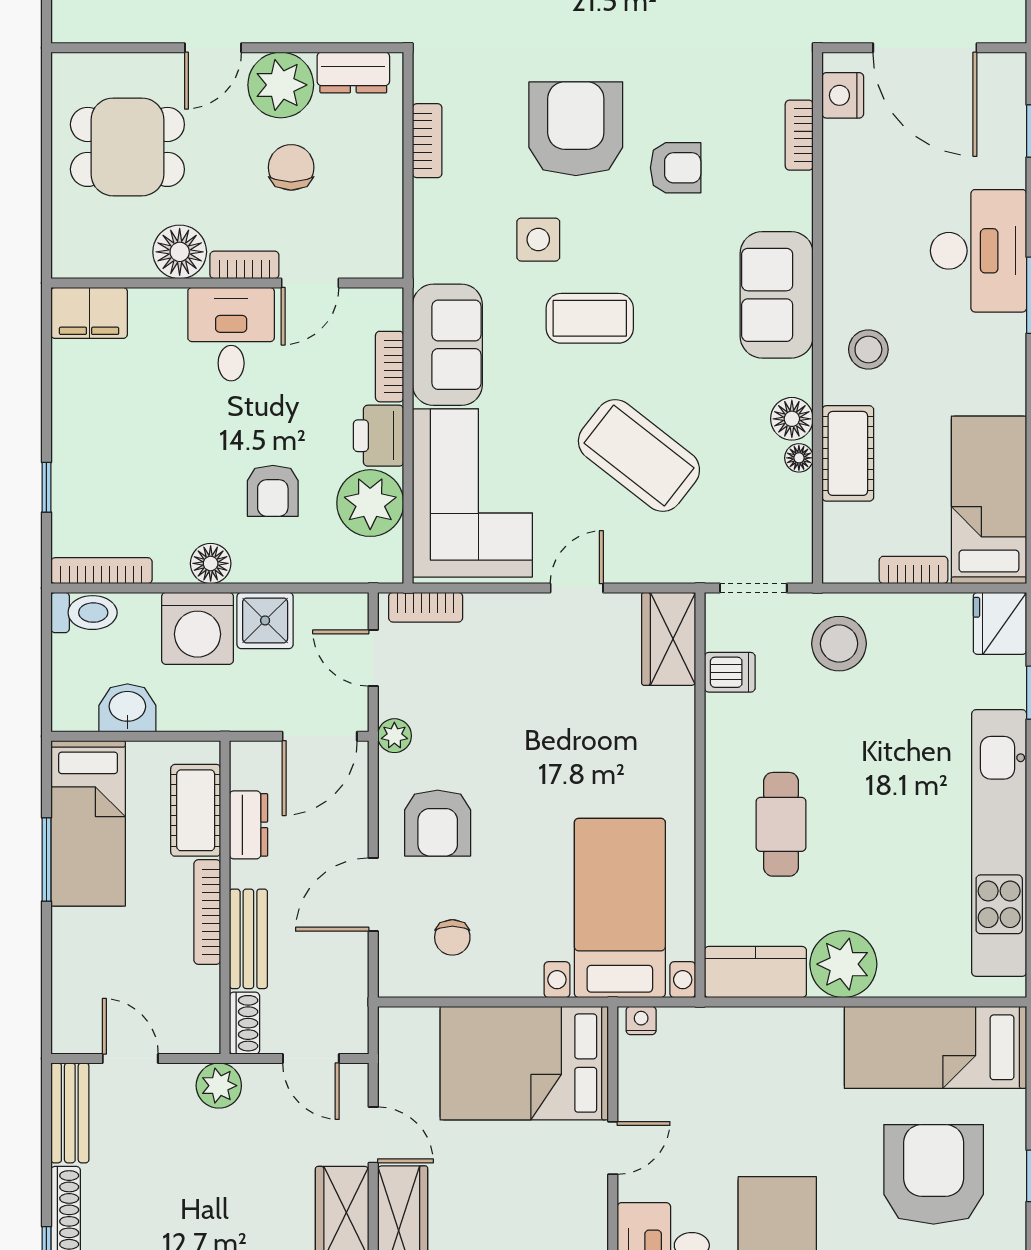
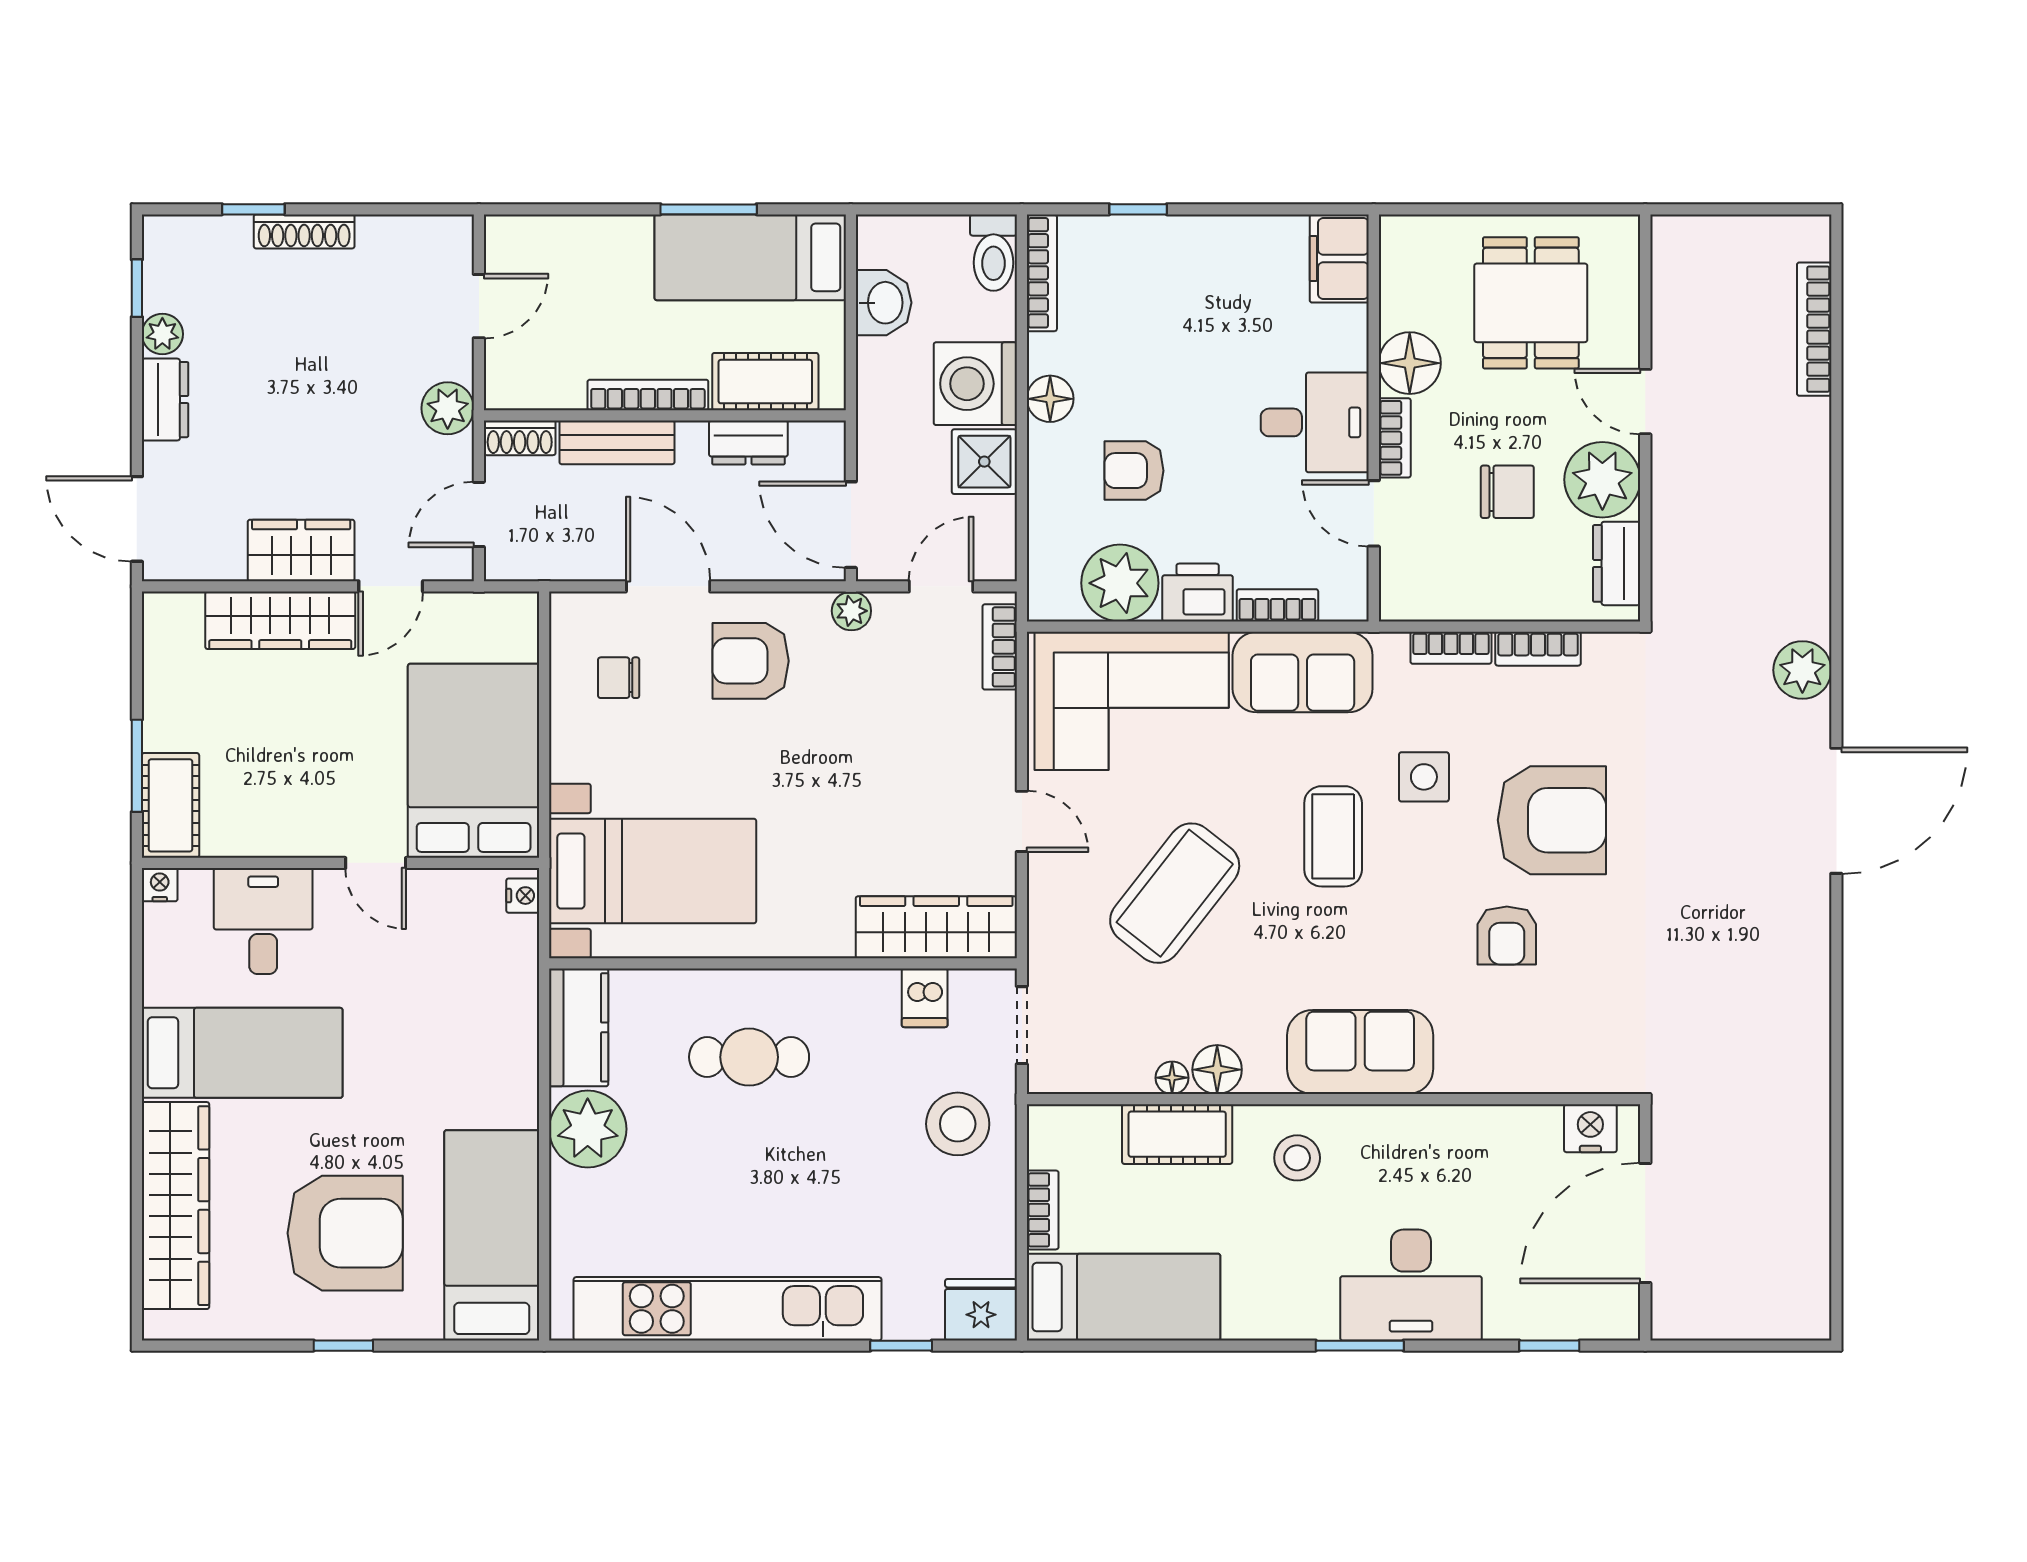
bookcase: (799, 135) -> (1451, 648), moved, turned 180
wardrobe: (669, 639) -> (936, 927), width x1.50
bench: (70, 1113) -> (416, 236), removed

